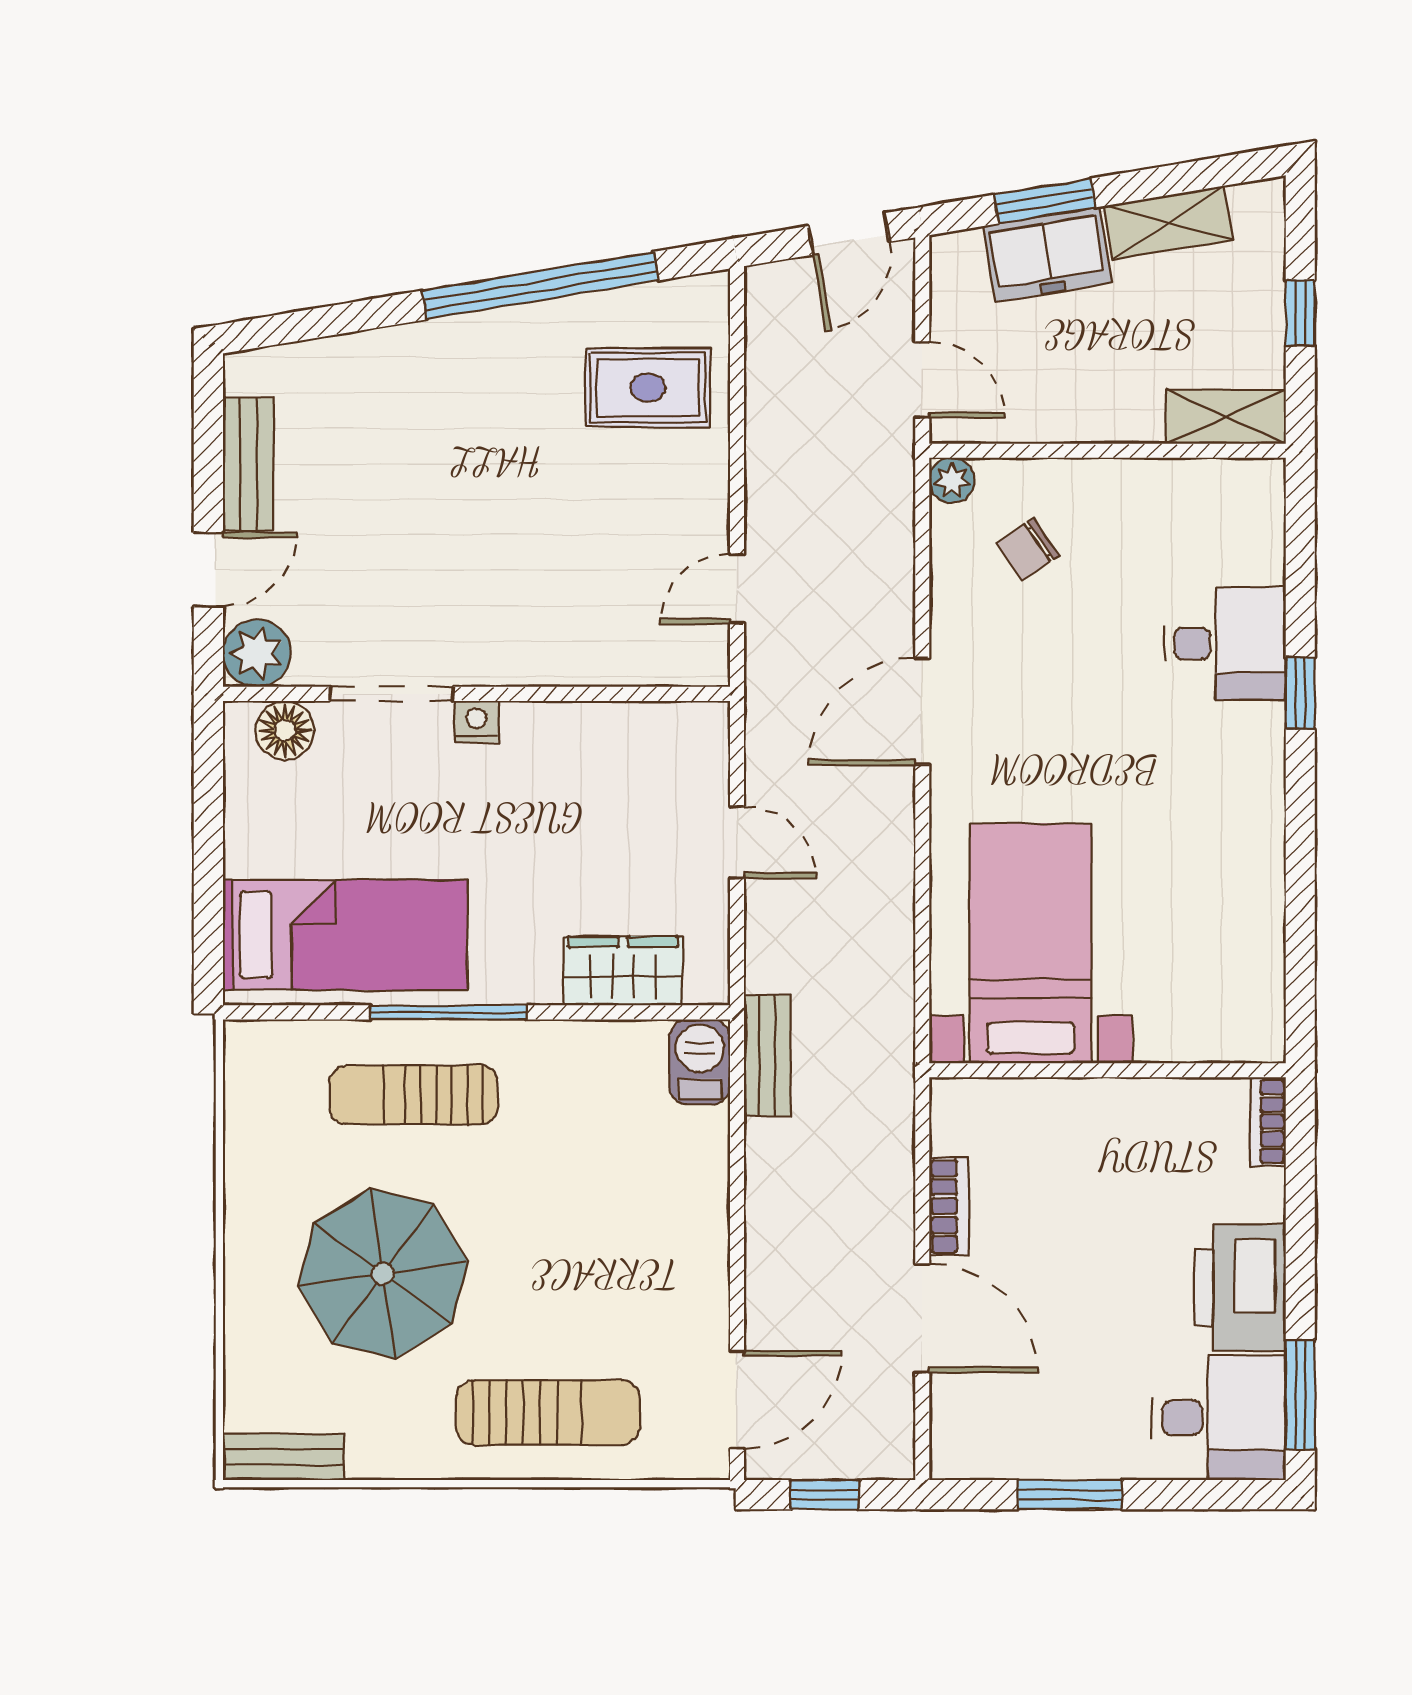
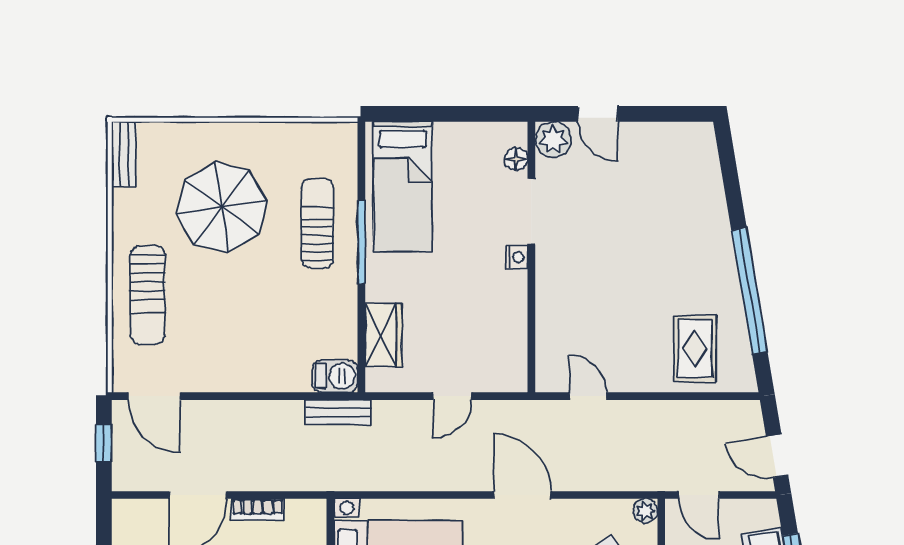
door: (922, 380) -> (699, 495), hinge flipped
bench: (248, 464) -> (654, 135), removed
floor lamp: (285, 730) -> (516, 159), width x0.73, depth x0.73

